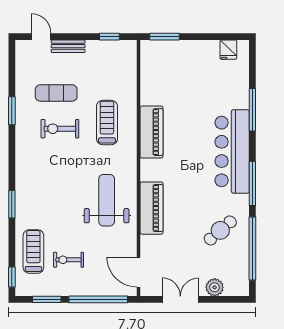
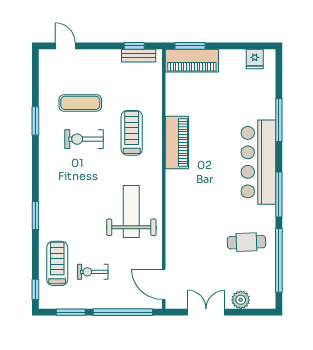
bench: (68, 46) -> (139, 56), moved
piano: (152, 208) -> (192, 61), moved, turned 90
cafe table: (220, 230) -> (246, 242), turned 39

